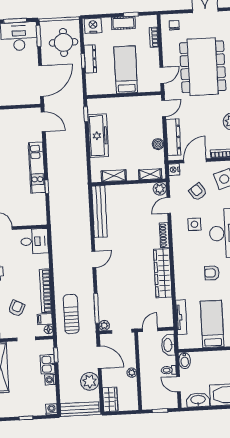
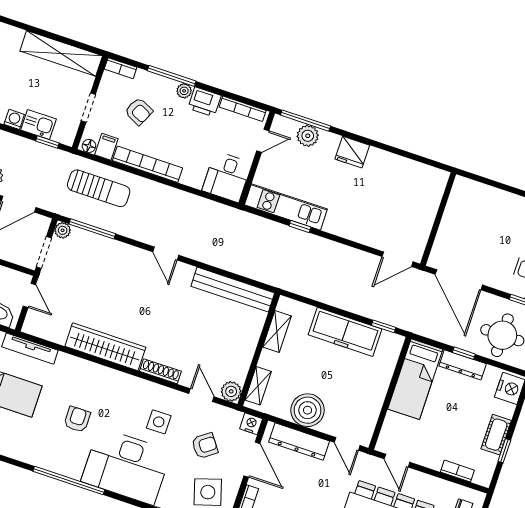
bed: (126, 70) -> (415, 379), moved, turned 90
boiler: (158, 144) -> (308, 410), width x1.86, depth x1.86
kitchen unit: (37, 168) -> (286, 207), moved

